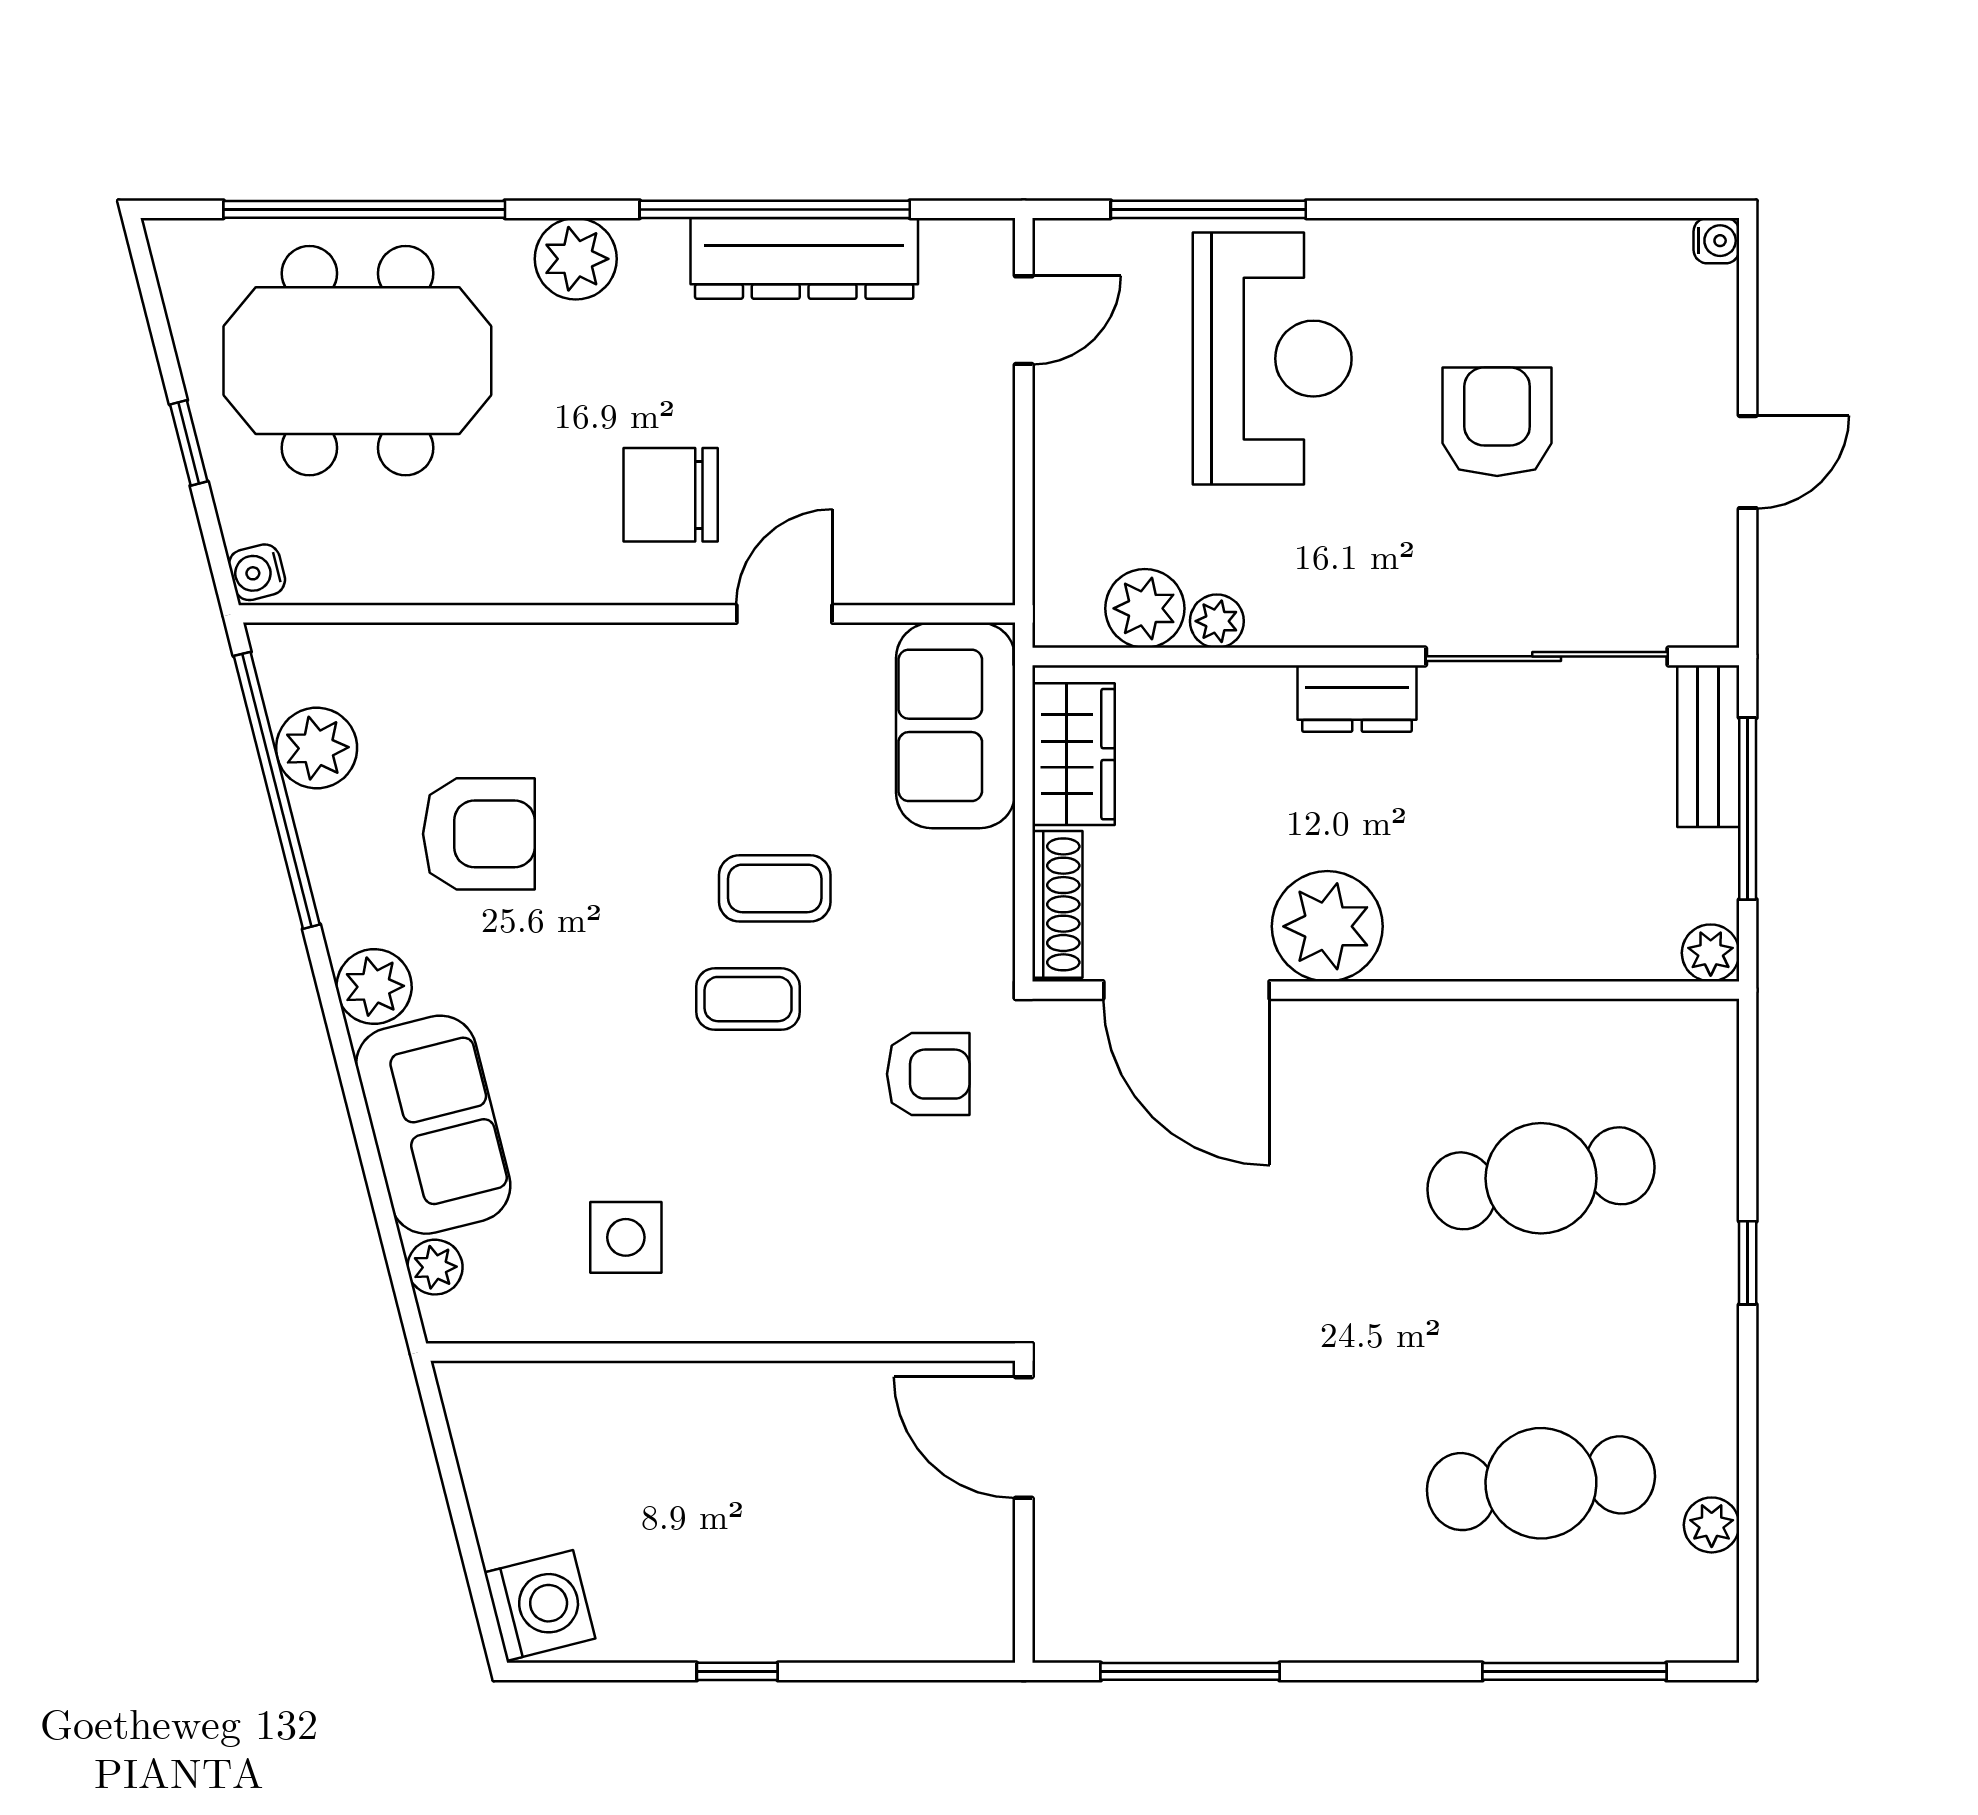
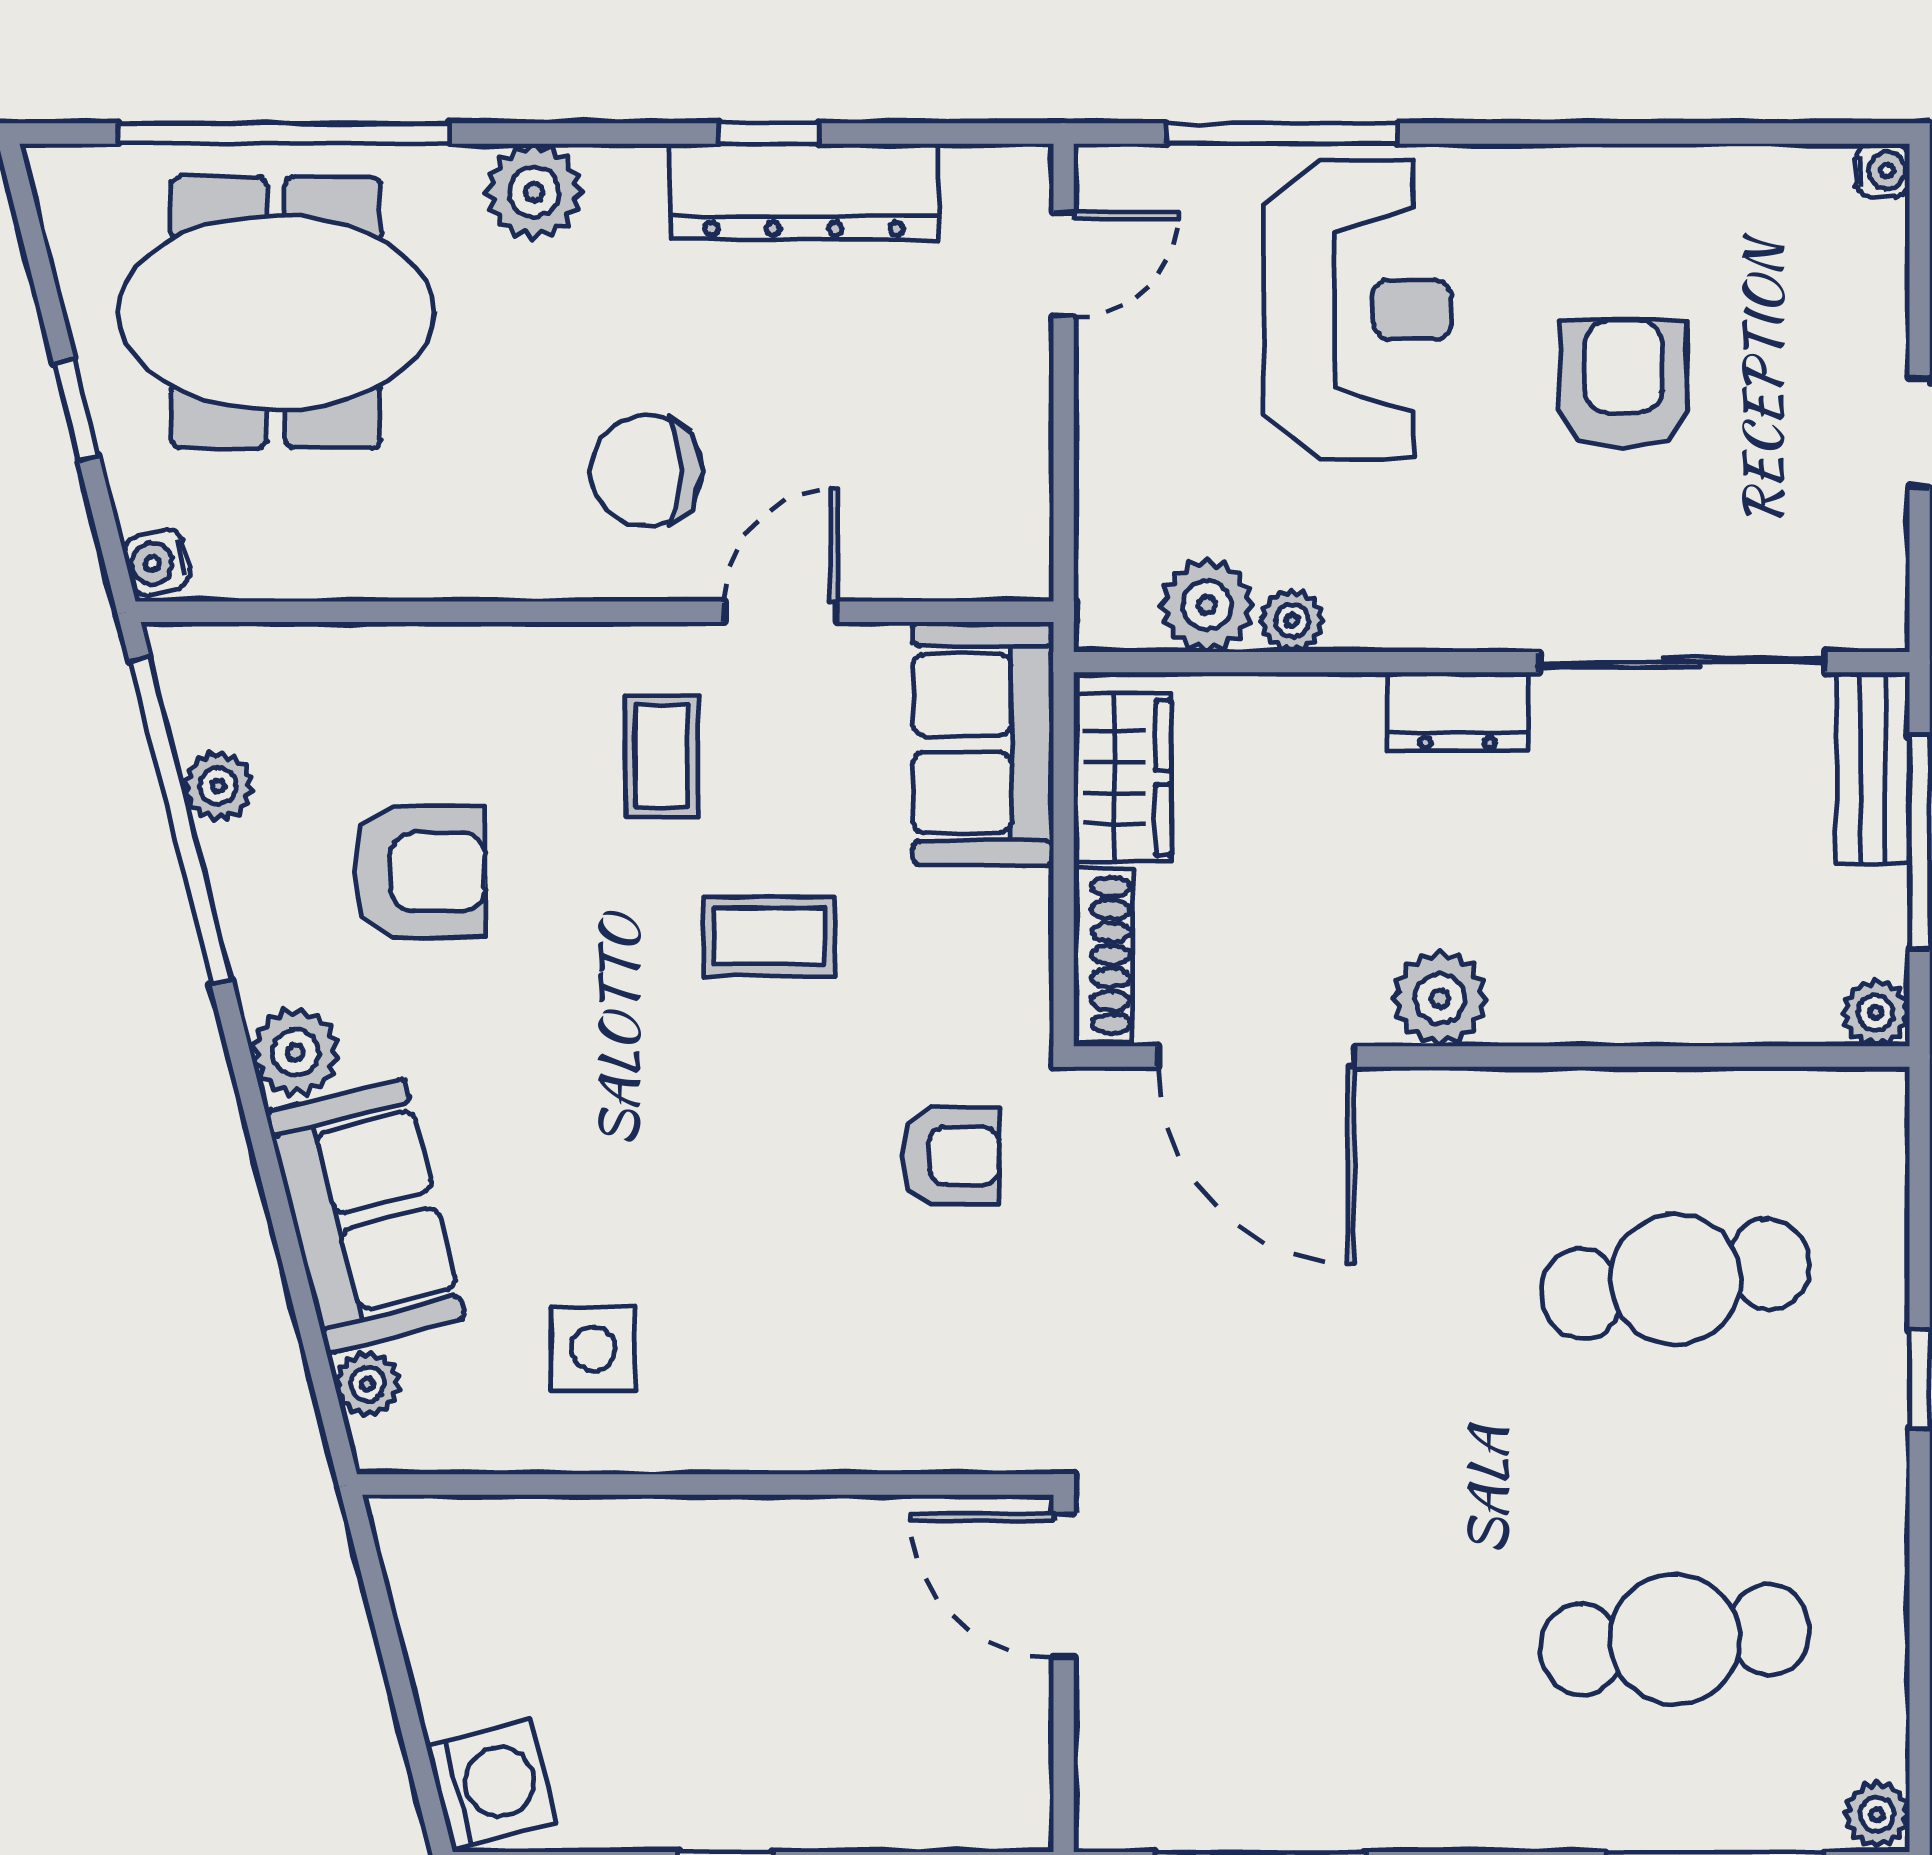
window: (775, 209) -> (769, 133), width x0.32
plant: (317, 748) -> (218, 786), width x0.73, depth x0.73
plant: (1327, 926) -> (1440, 999), width x0.73, depth x0.73
coffee table: (748, 999) -> (662, 756), moved, turned 90
plant: (1712, 1525) -> (1877, 1814), moved

